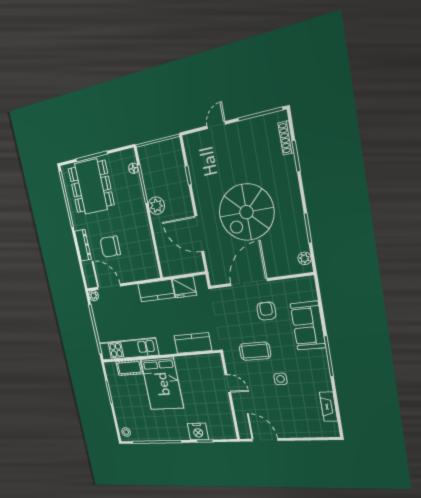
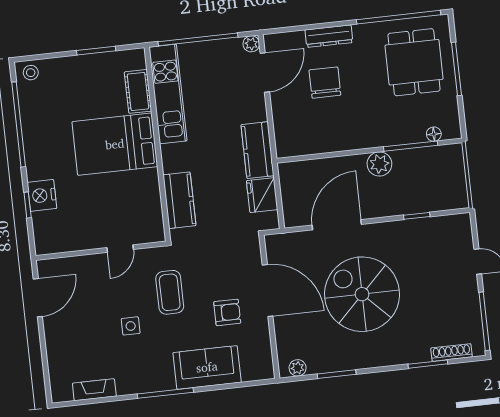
dining table: (91, 187) -> (414, 62), width x0.73

